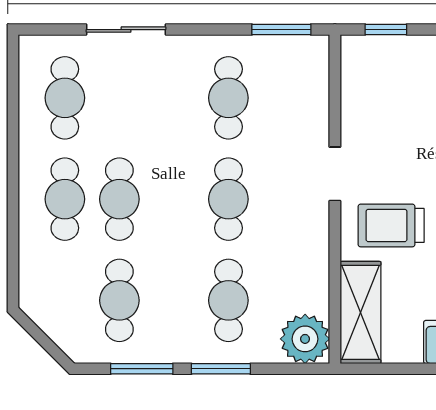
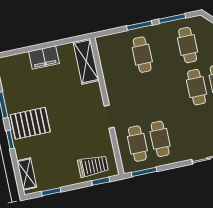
cafe table: (228, 199) -> (137, 144), moved
trolley: (391, 225) -> (93, 166), moved
plant: (305, 339) -> (107, 45), removed

